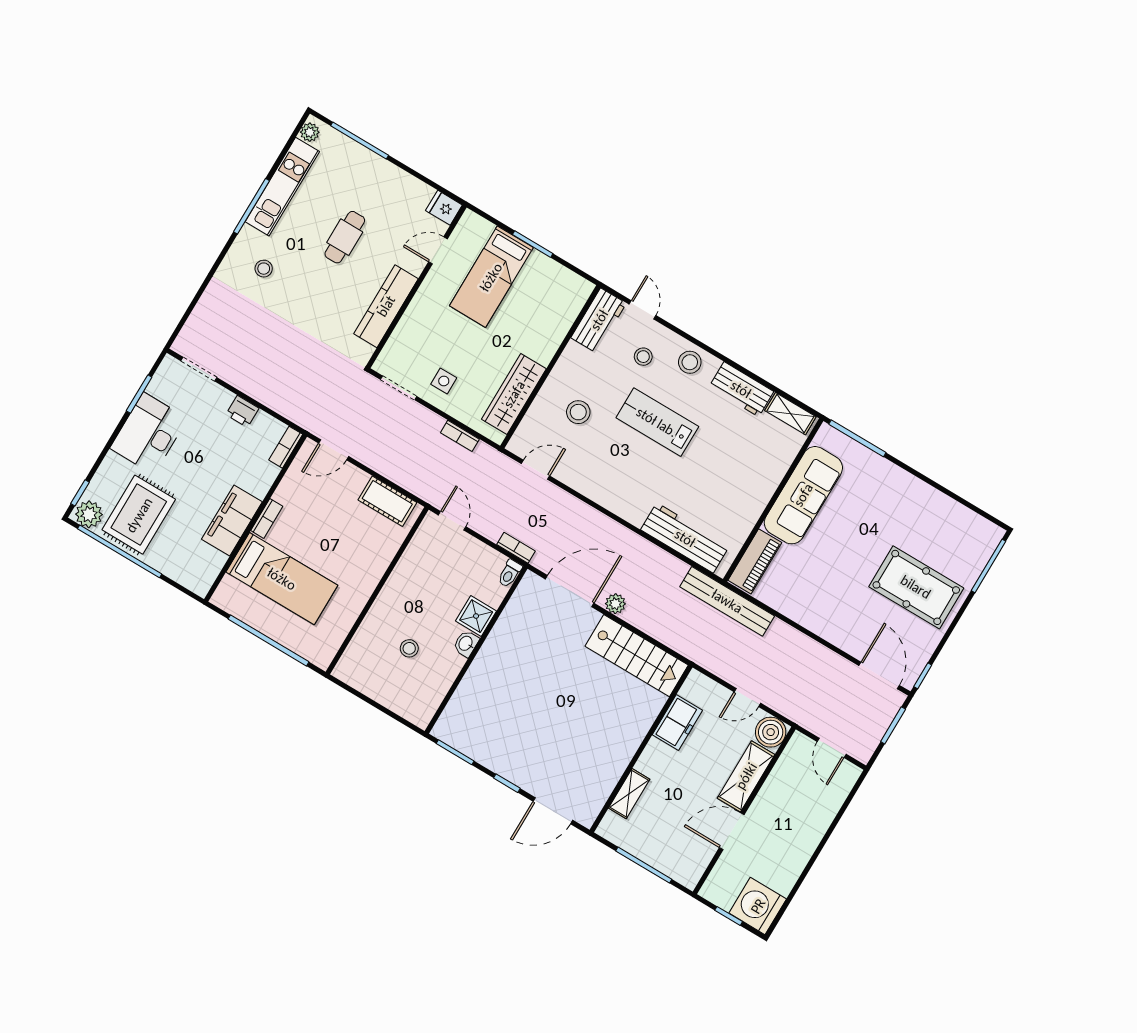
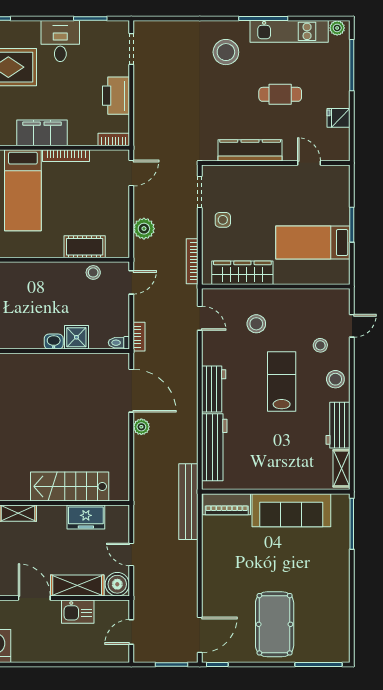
fridge: (444, 208) -> (339, 118), moved, turned -90
stool: (264, 269) -> (226, 52), width x1.89, depth x1.89
bed: (491, 277) -> (313, 242), moved
workbench: (599, 320) -> (214, 389), moved, turned -90
printer: (242, 411) -> (116, 96), width x1.87, depth x1.48
desk: (149, 433) -> (60, 41), width x0.73
bookcase: (460, 436) -> (192, 261), width x1.56
door: (334, 450) -> (131, 173), swing flipped
plant: (402, 472) -> (144, 229), added
cot: (387, 501) -> (85, 247), moved, turned 90
bookcase: (267, 518) -> (66, 156), width x1.56
stool: (409, 648) -> (93, 272), moved
stairs: (637, 656) -> (70, 486), moved, turned 90
kitchen sink: (775, 793) -> (78, 612), added

